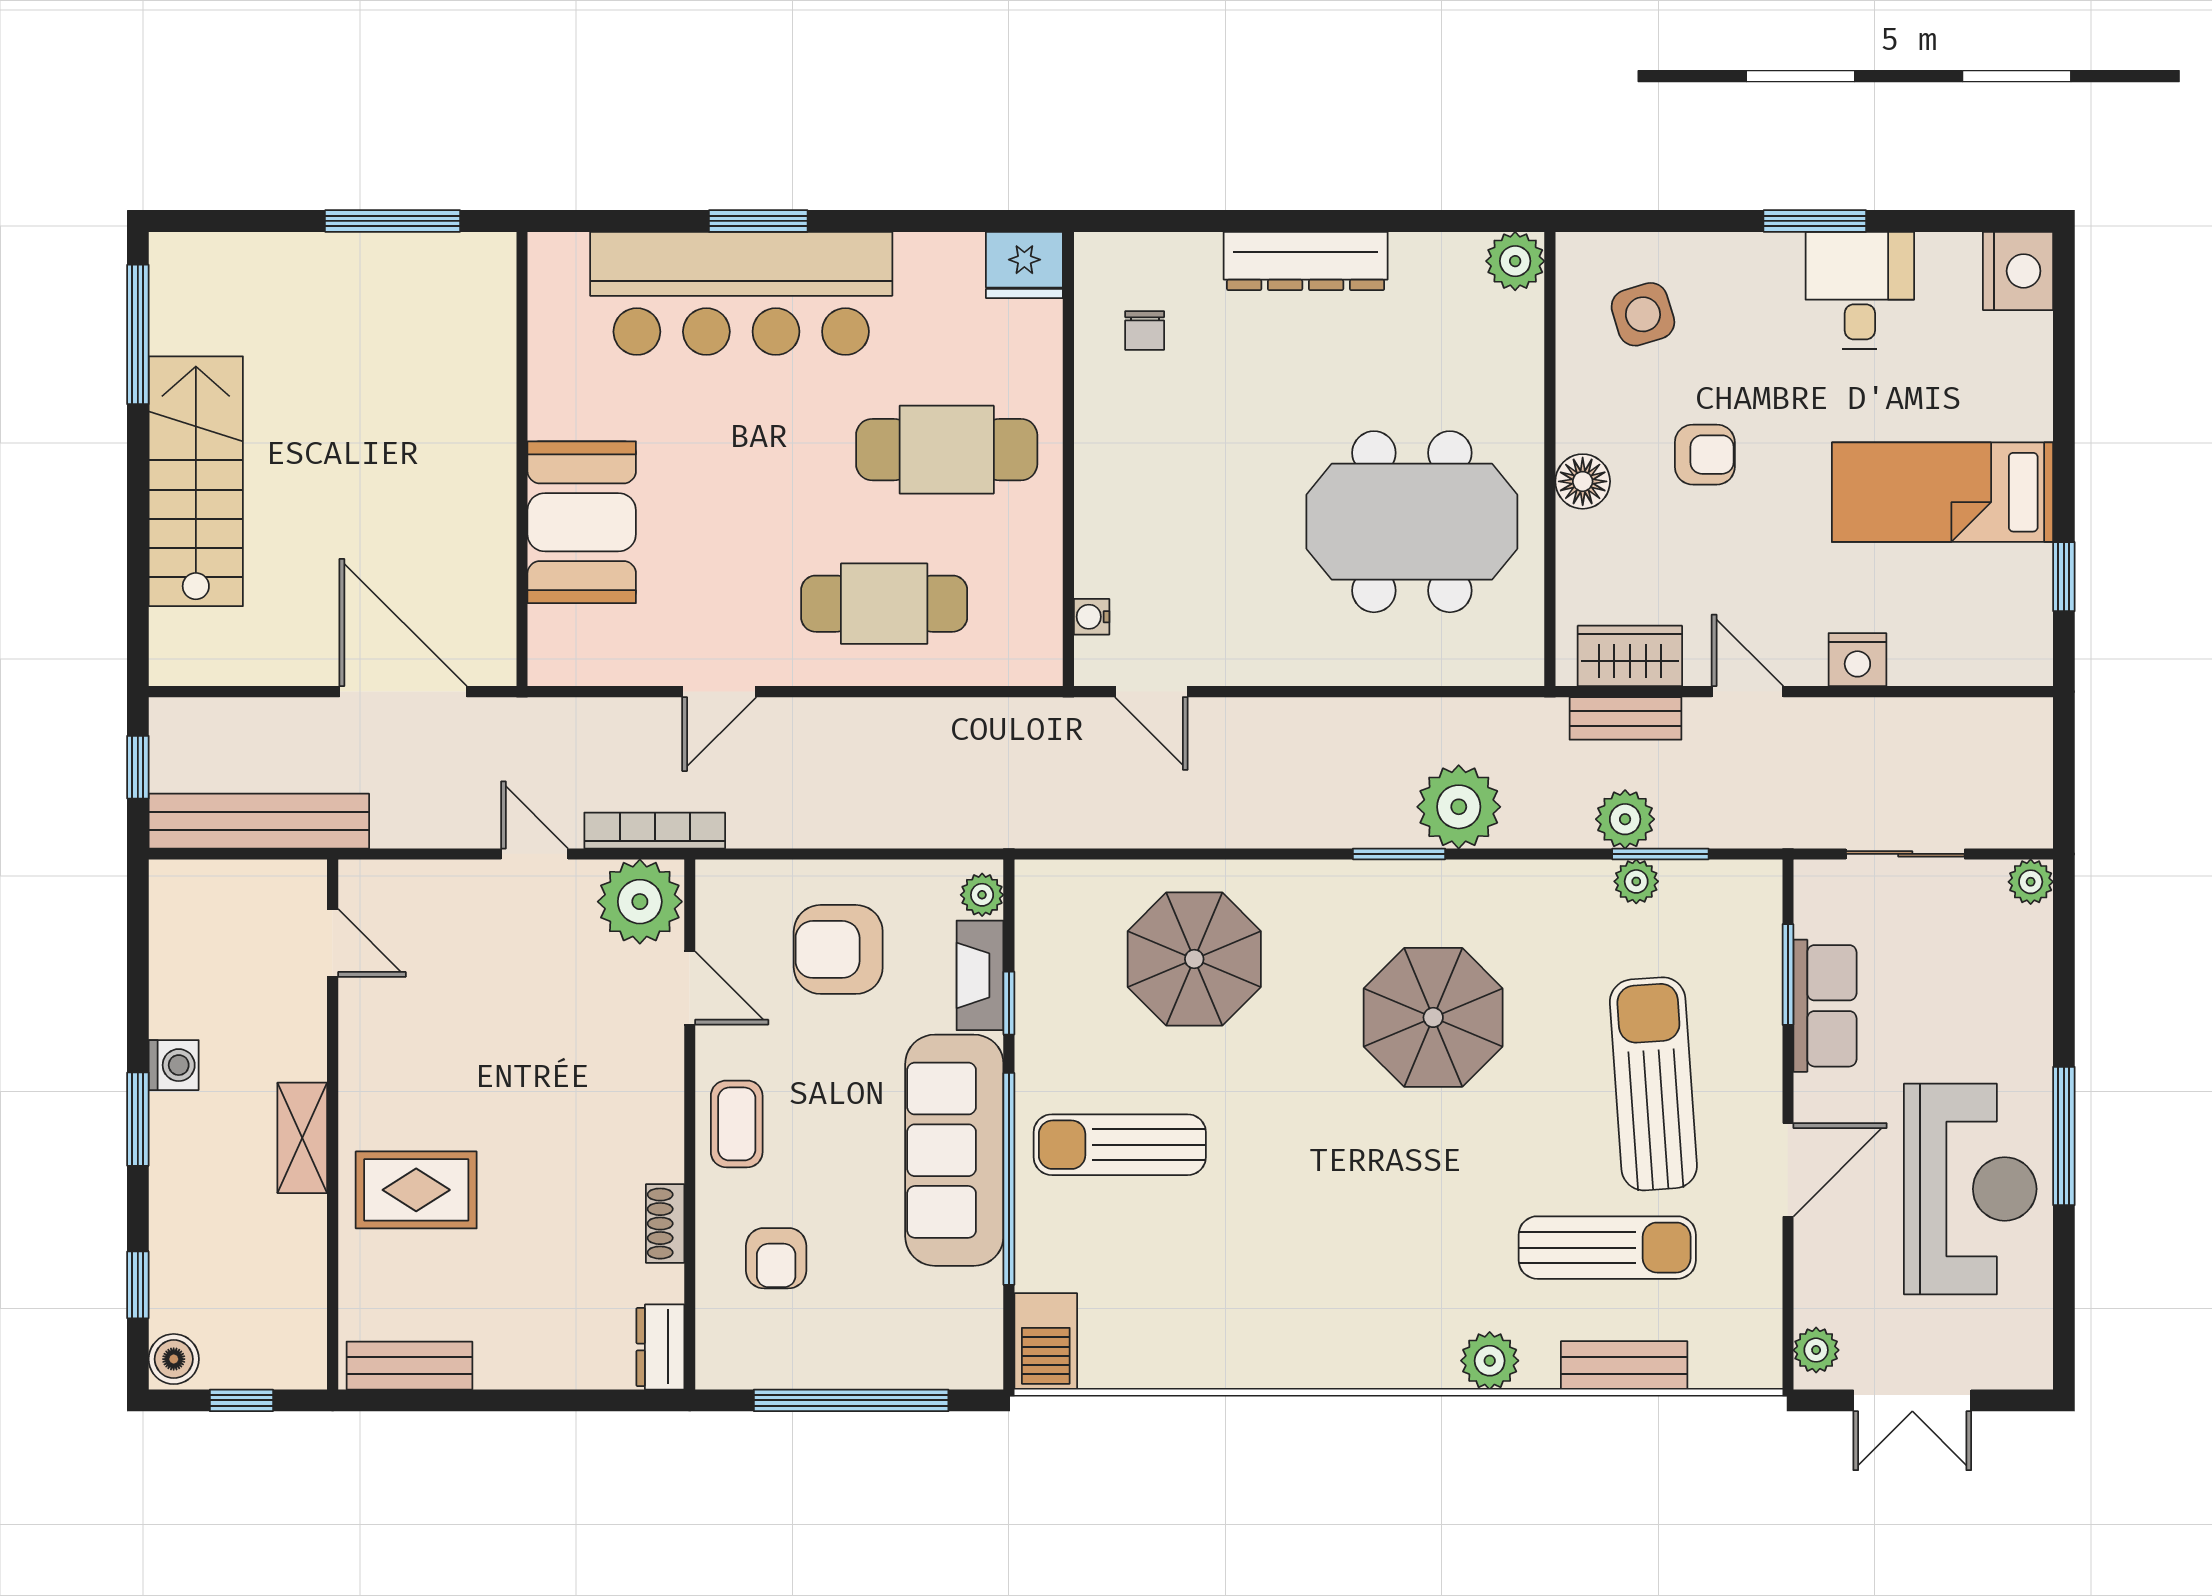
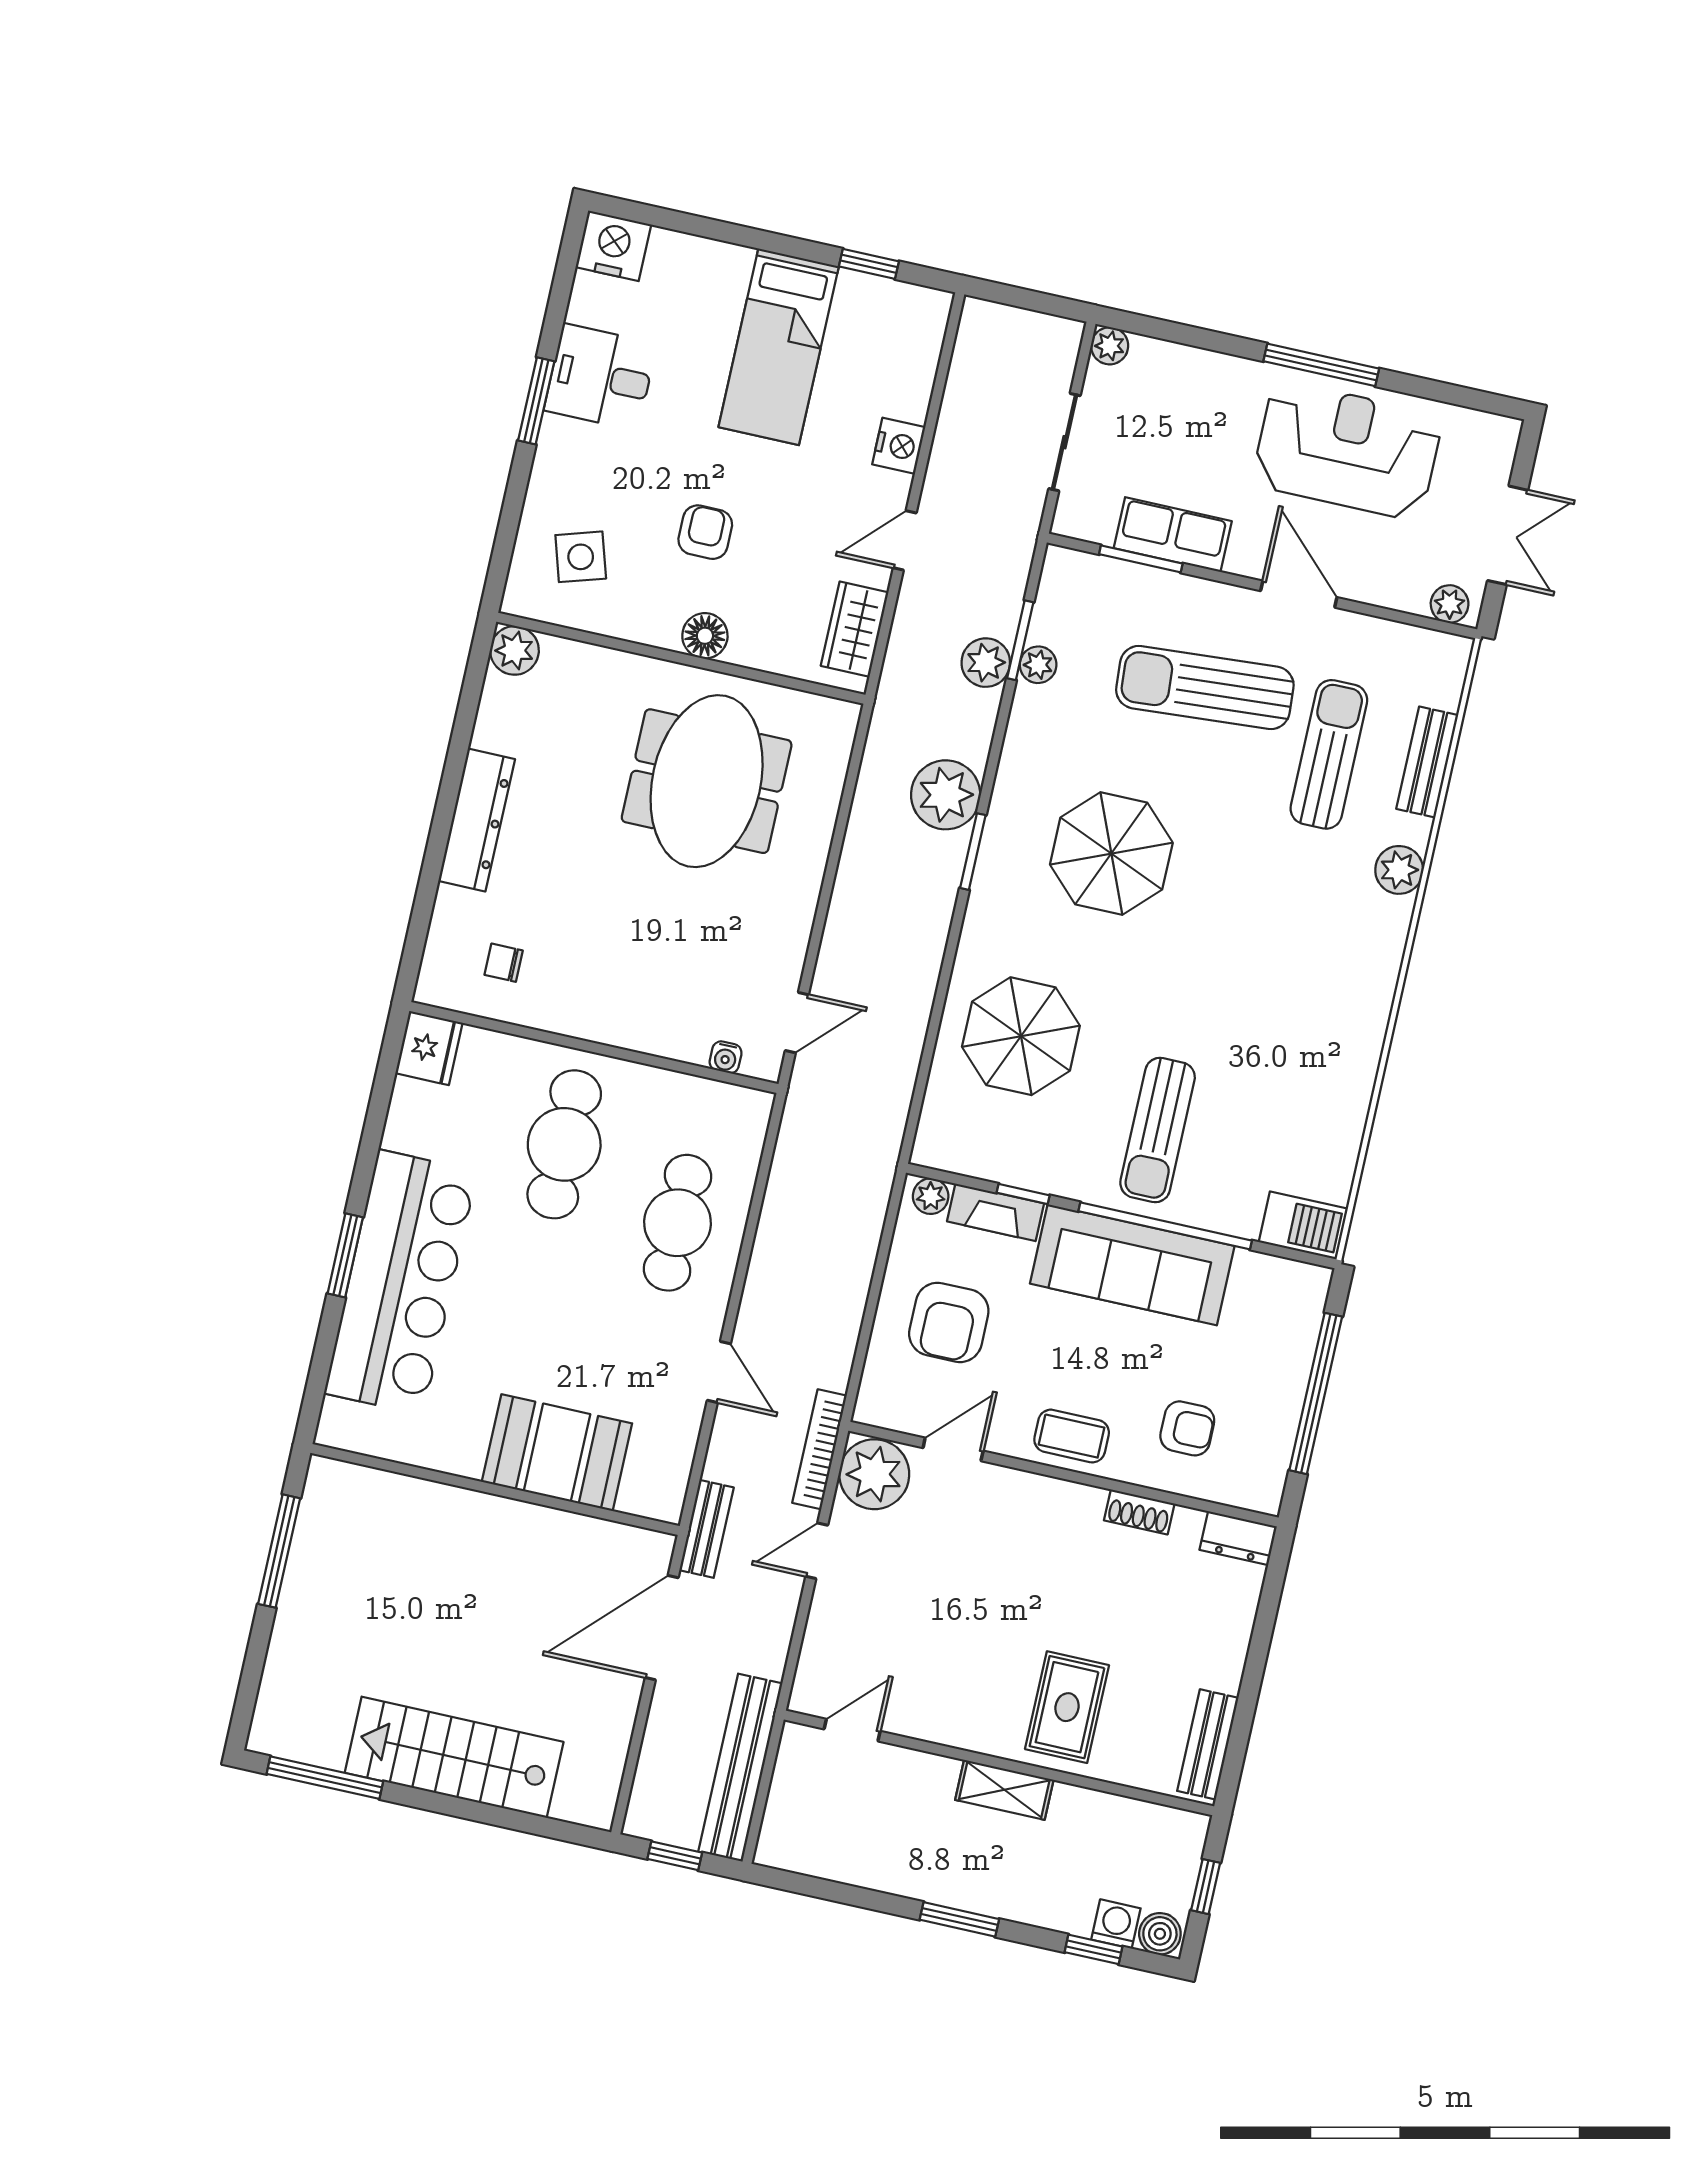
chair: (1145, 330) -> (504, 963), turned 180
bench: (1625, 718) -> (706, 1529), moved
washing machine: (174, 1065) -> (1116, 1924), moved

